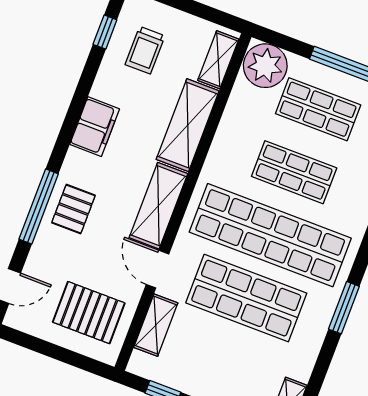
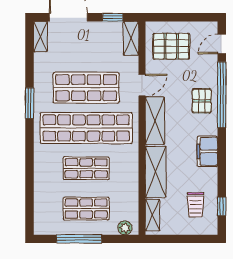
trolley: (145, 50) -> (195, 205), turned 180
plant: (265, 66) -> (125, 228), width x0.53, depth x0.53
window: (39, 207) -> (222, 95), width x1.46
door: (157, 269) -> (142, 85), hinge flipped
shelving: (156, 325) -> (131, 38), moved

